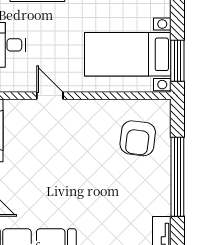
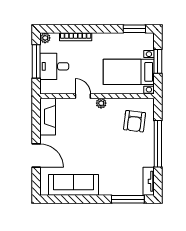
window: (177, 61) -> (158, 61), moved
plant: (81, 108) -> (101, 103), added

